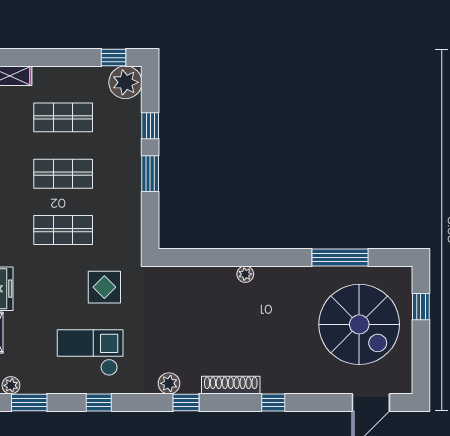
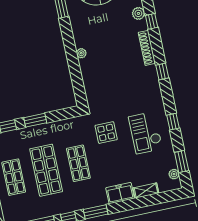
shop shelf: (63, 174) -> (46, 170), width x1.43, depth x1.36
plant: (169, 383) -> (138, 13), moved

